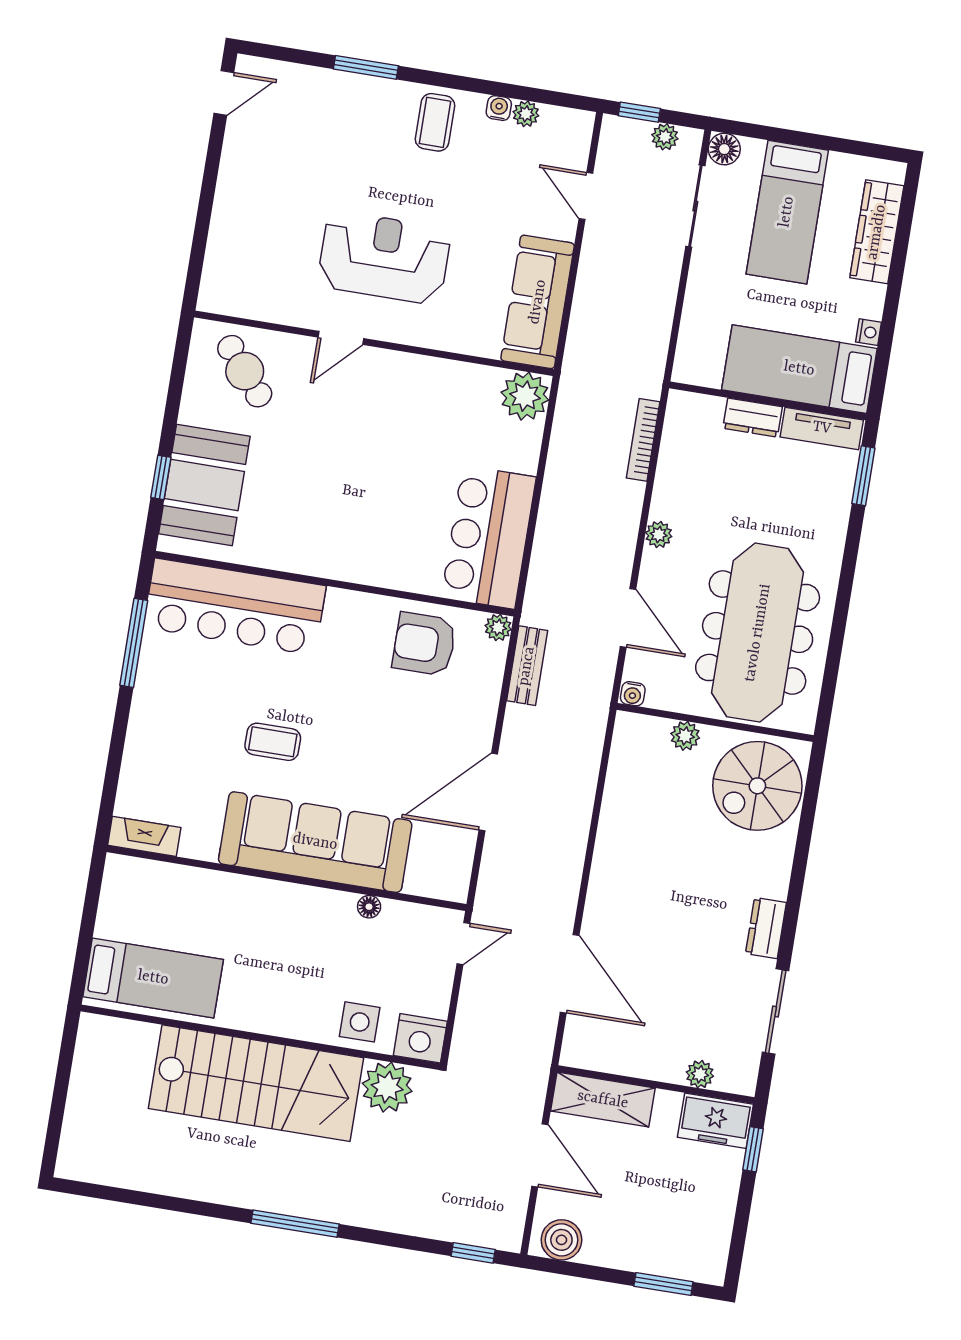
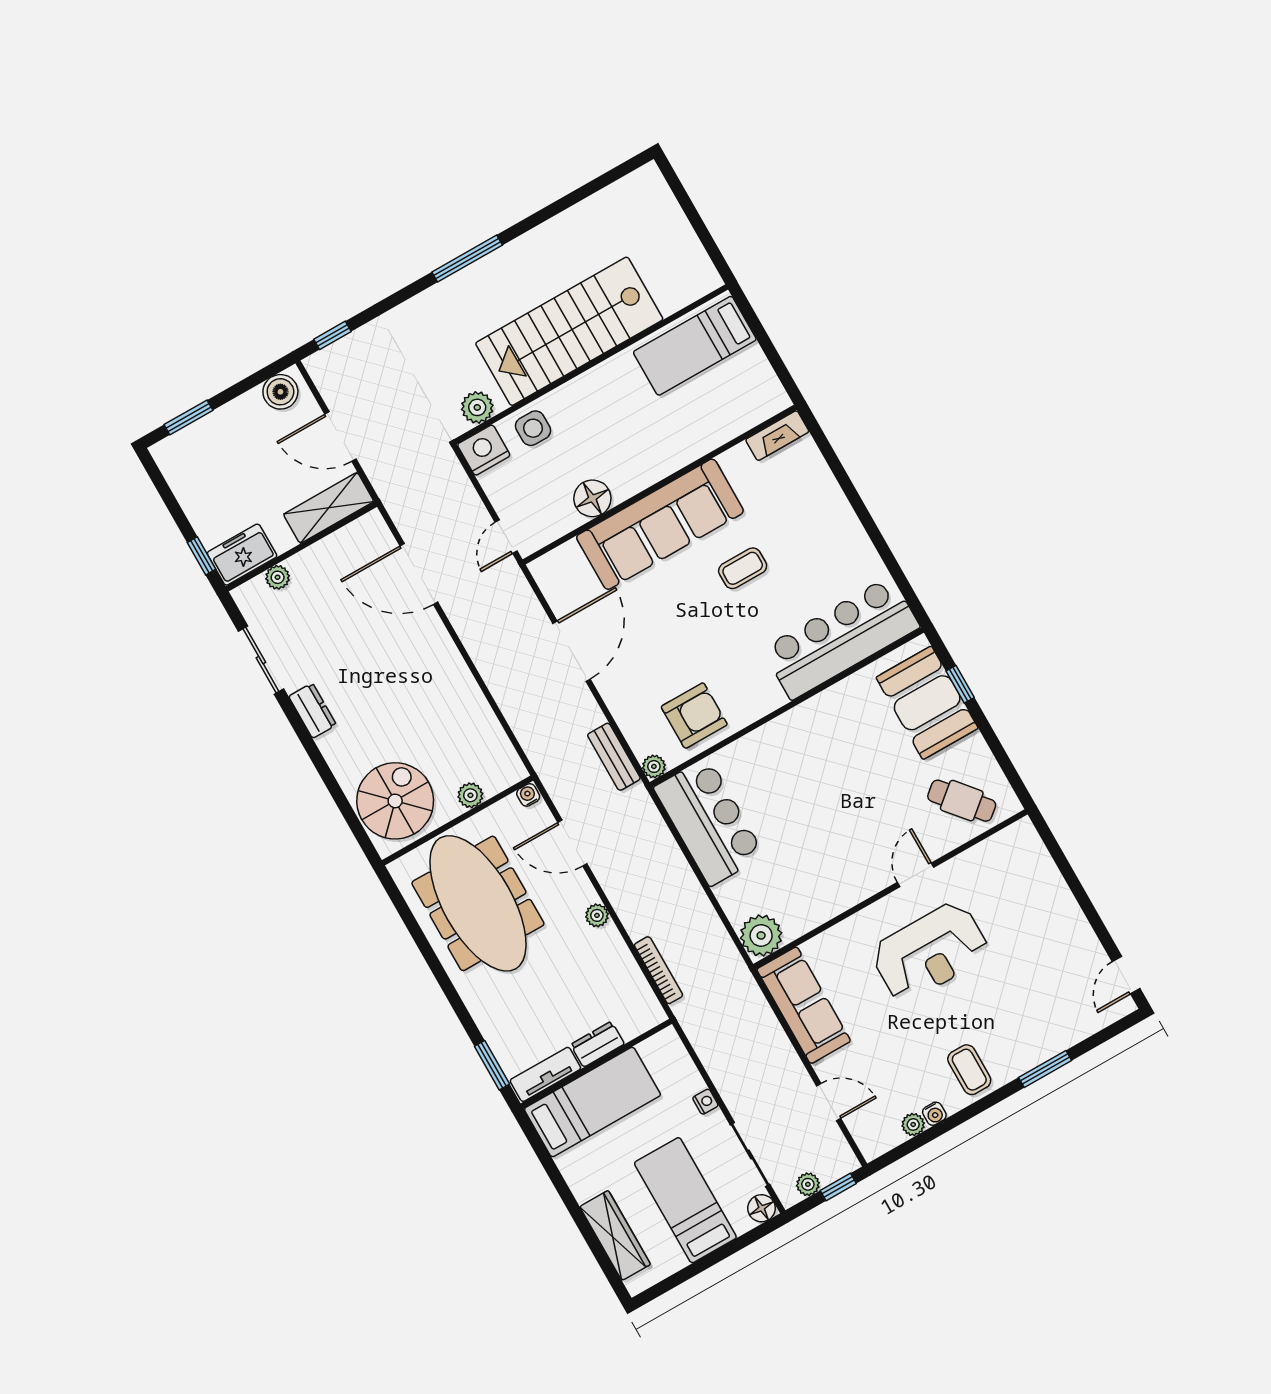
nightstand: (869, 332) -> (705, 1102), moved, turned 180
window: (134, 643) -> (889, 559), removed
floor lamp: (369, 907) -> (592, 498), width x1.89, depth x1.89
plant: (387, 1087) -> (477, 407), width x0.73, depth x0.73

